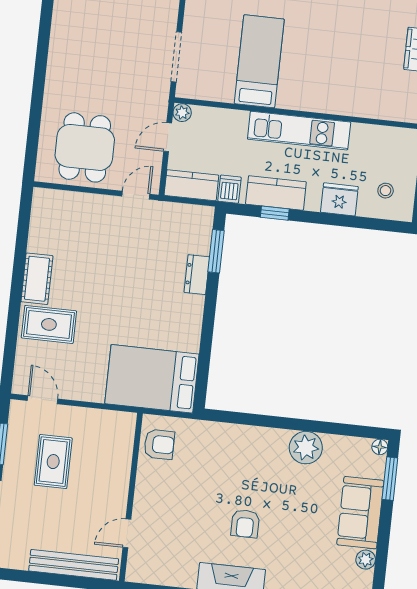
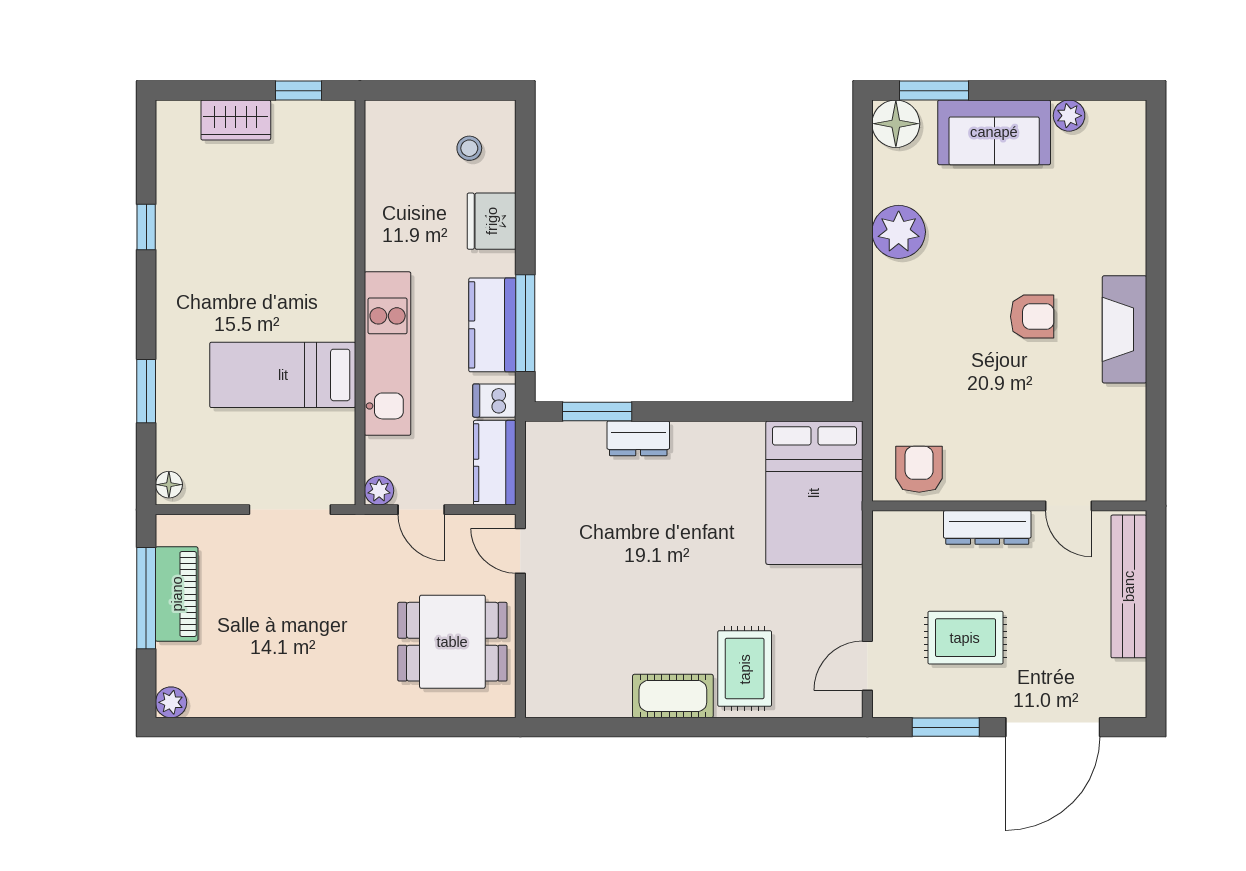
kitchen unit: (299, 131) -> (388, 354), moved
window: (275, 213) -> (525, 323), width x2.17
floor lamp: (380, 447) -> (896, 124), width x1.89, depth x1.89
dresser: (119, 482) -> (987, 527), added

